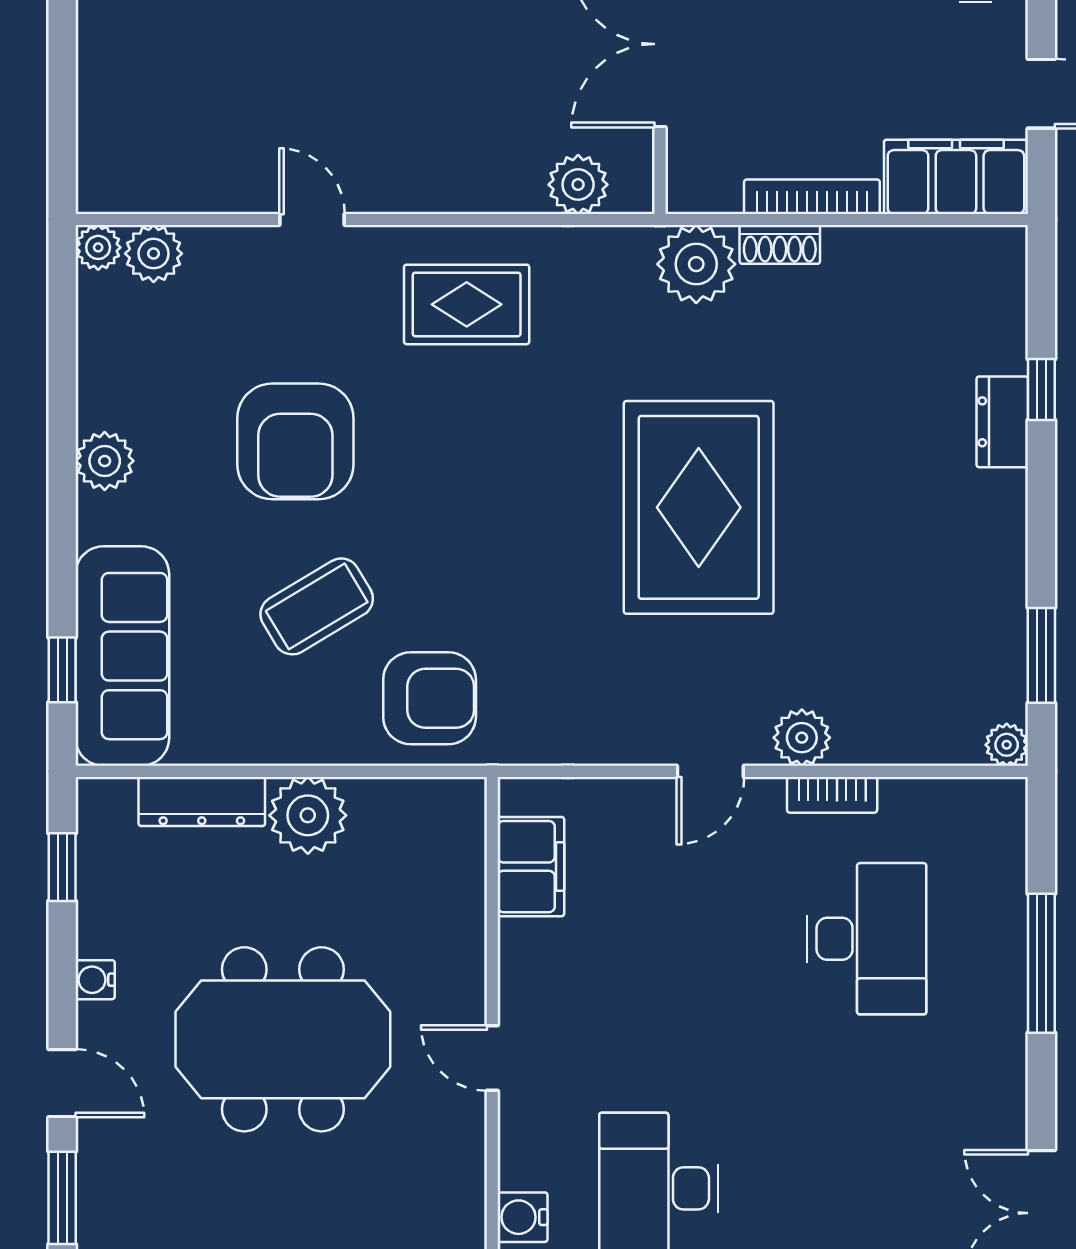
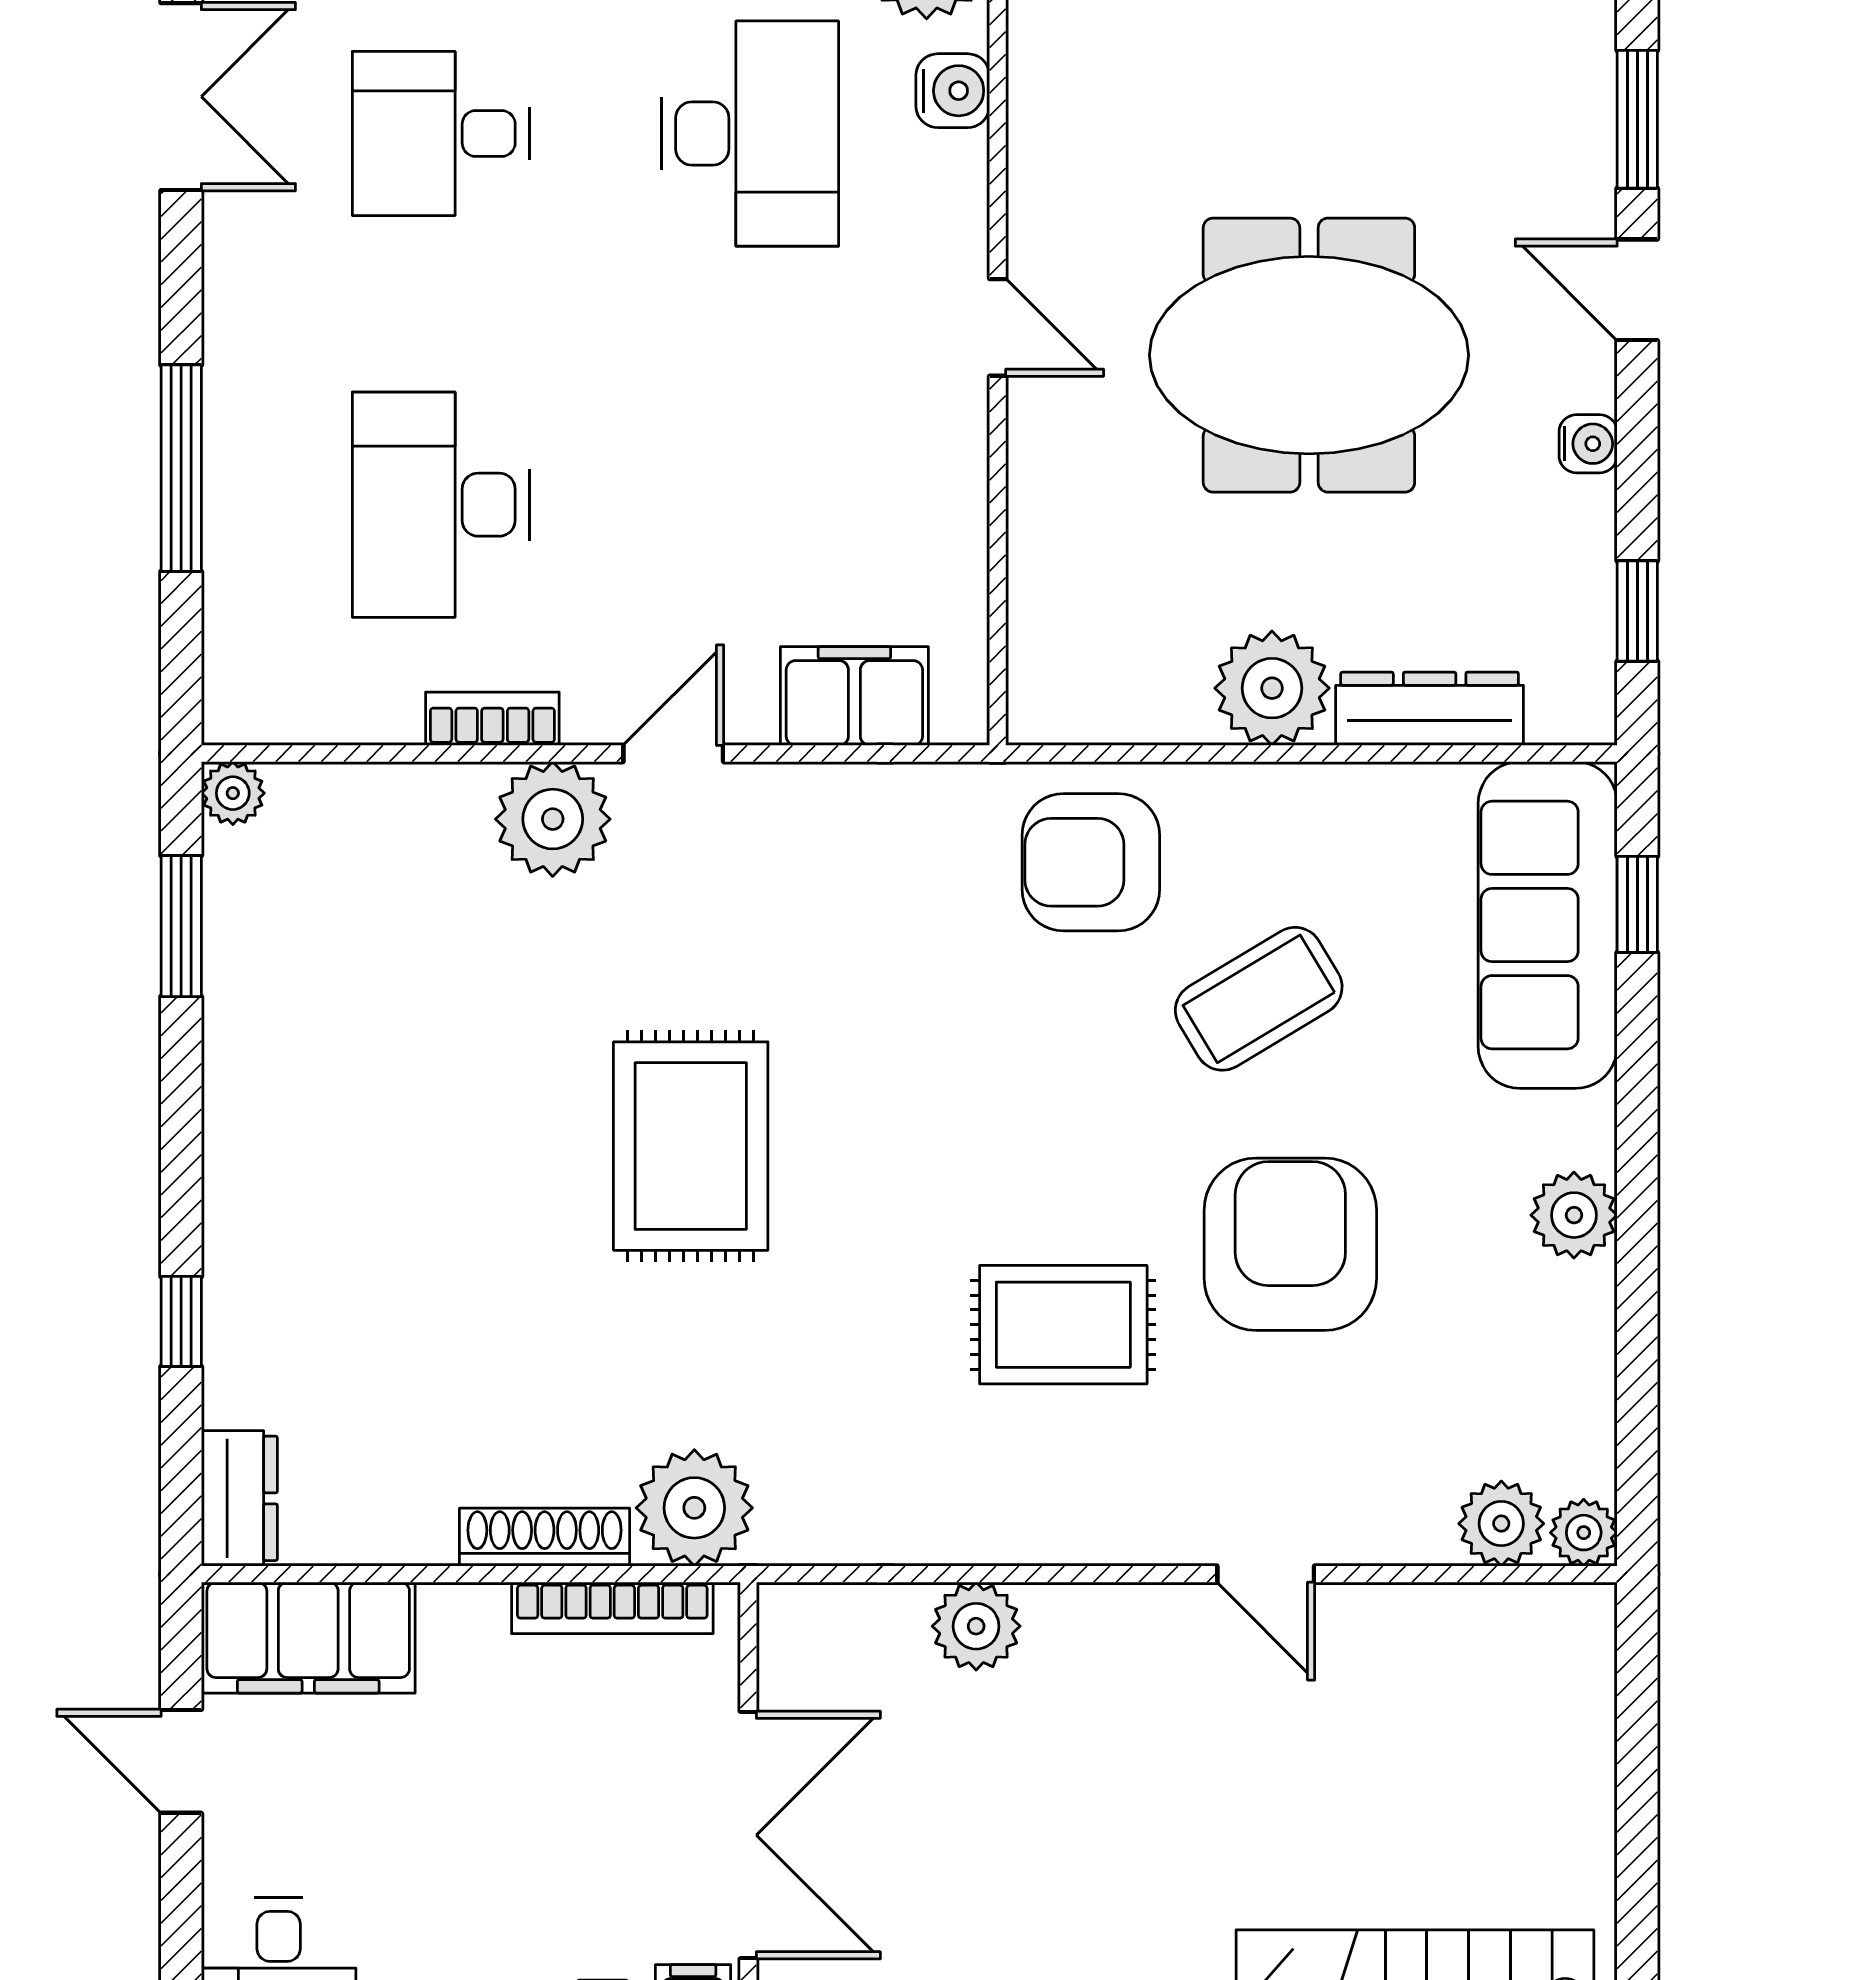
plant: (578, 185) -> (976, 1626), moved
bookcase: (812, 197) -> (612, 1608), moved
shoe rack: (780, 244) -> (545, 1537), width x1.43
rug: (467, 304) -> (1063, 1325), moved
dresser: (1002, 422) -> (239, 1498), moved
rug: (699, 507) -> (691, 1146), width x0.73, depth x0.69
plant: (802, 738) -> (553, 819), width x1.36, depth x1.36
filing cabinet: (531, 867) -> (854, 696), moved, turned 90
desk: (867, 1188) -> (441, 134), added

